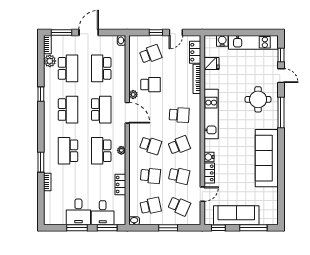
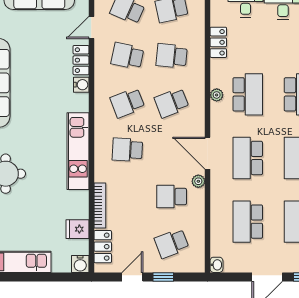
water cooler: (222, 41) -> (80, 264), moved
school desk: (101, 68) -> (248, 222), turned 180
school desk: (151, 145) -> (172, 103), turned -39

